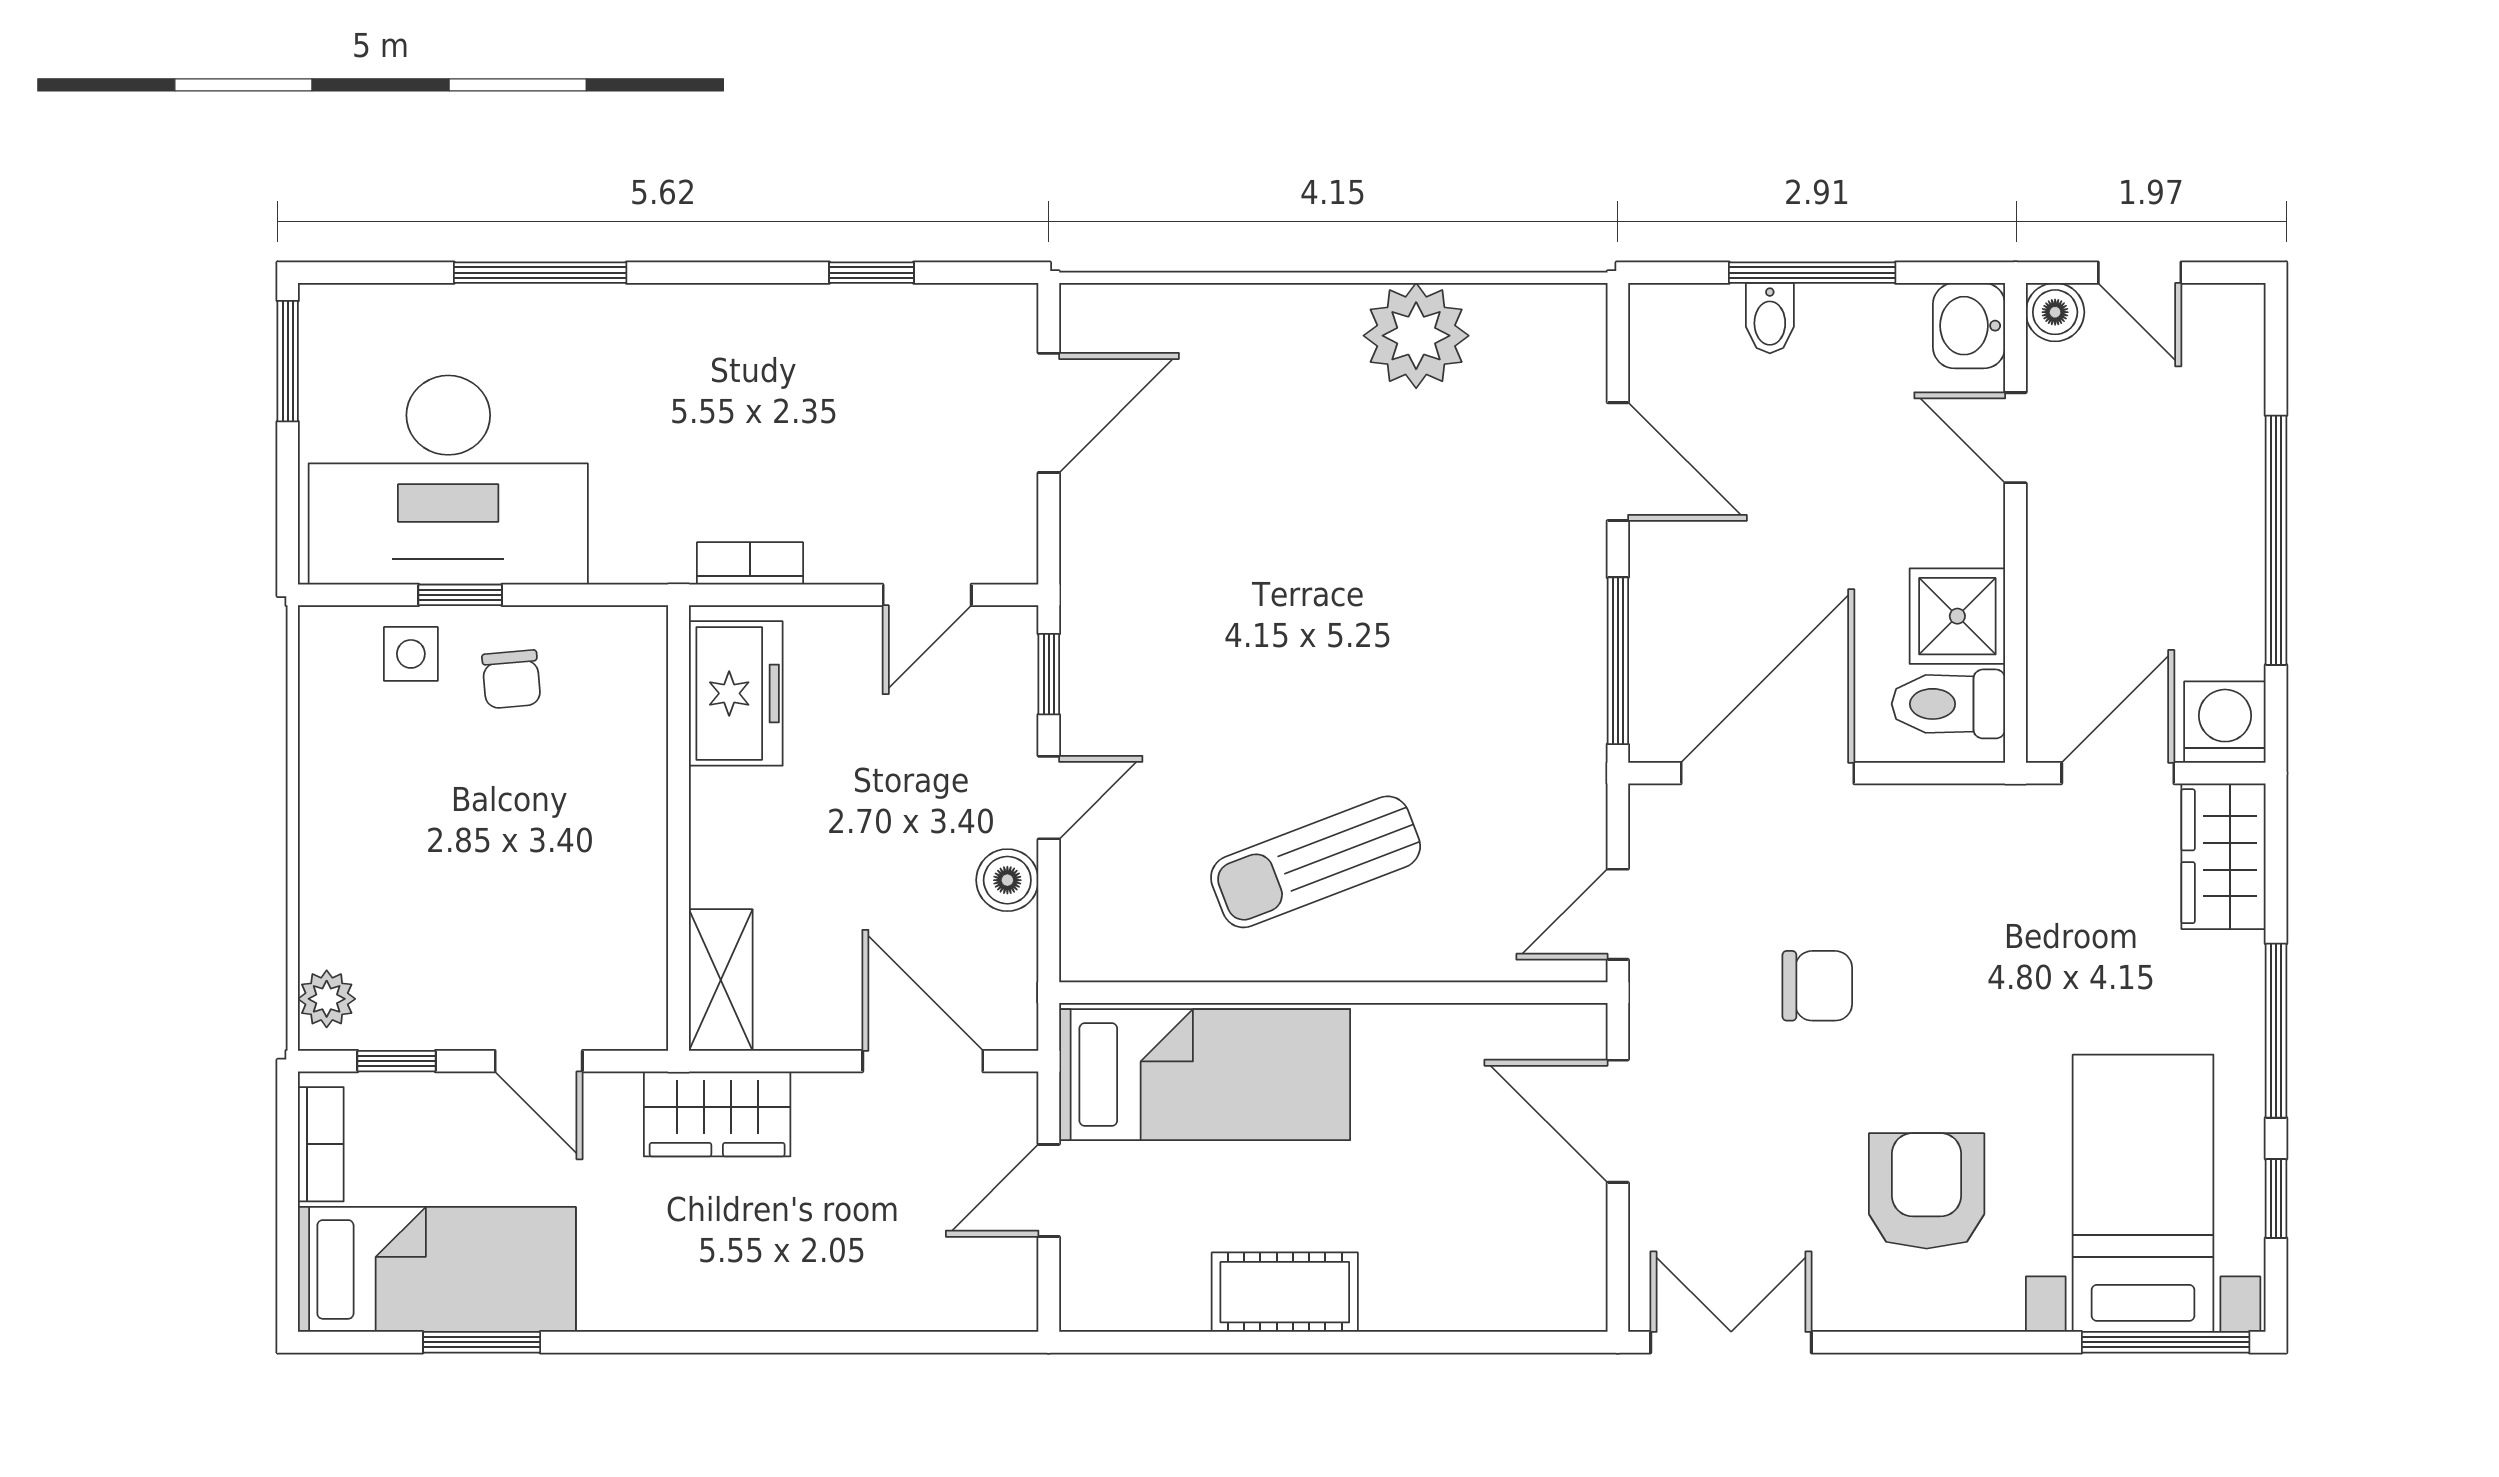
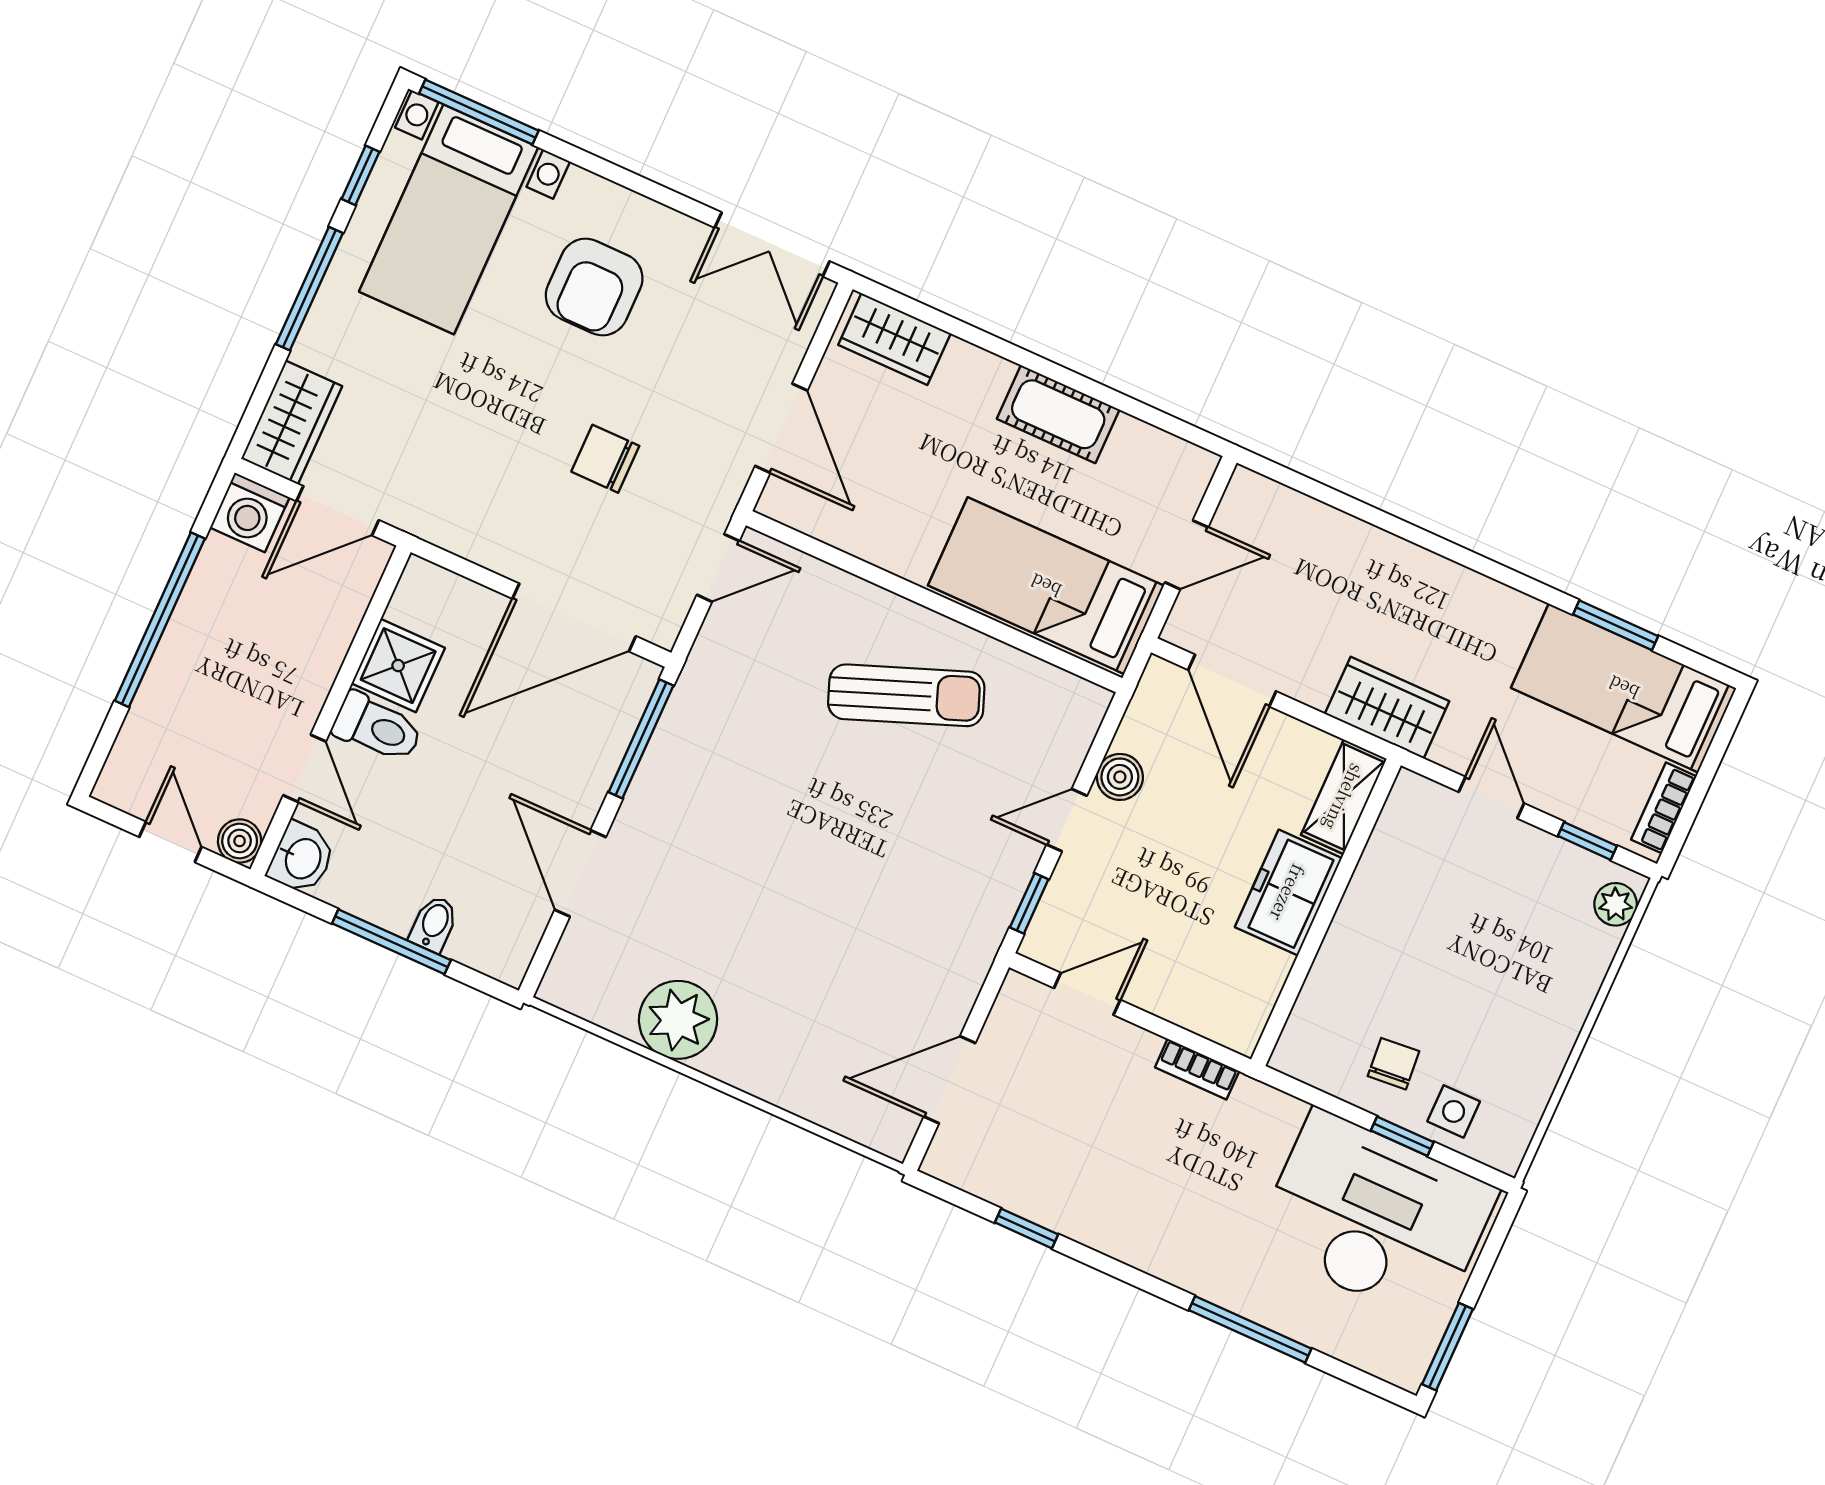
freezer: (736, 693) -> (1288, 893), moved
toilet: (1948, 704) -> (377, 728), moved
wardrobe: (1528, 1294) -> (894, 339), added

